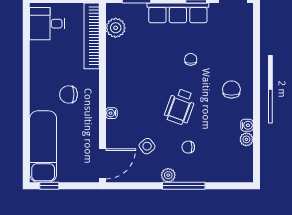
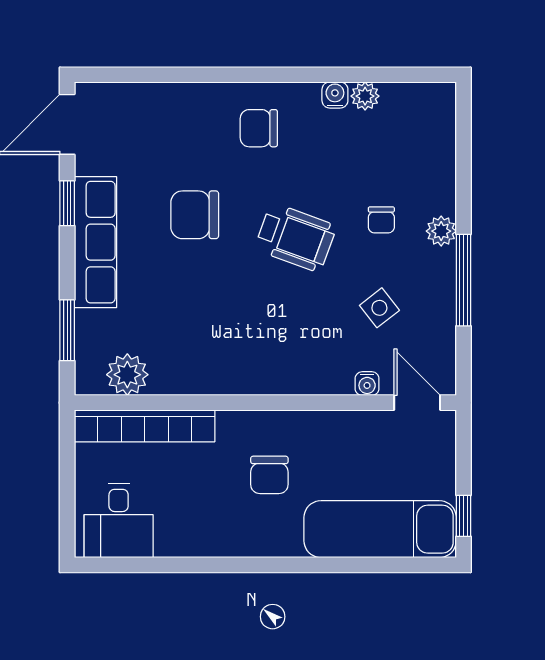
chair: (191, 59) -> (195, 215), width x1.87, depth x1.87
water cooler: (111, 113) -> (367, 384), moved
door: (102, 164) -> (417, 403), width x0.73
plant: (168, 175) -> (441, 231), moved
window: (184, 186) -> (464, 280), moved

